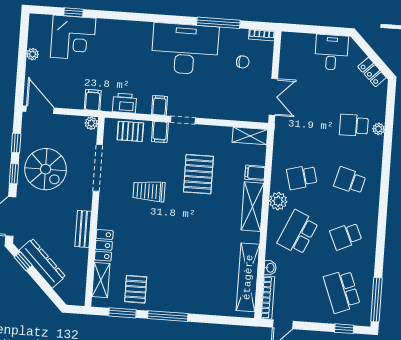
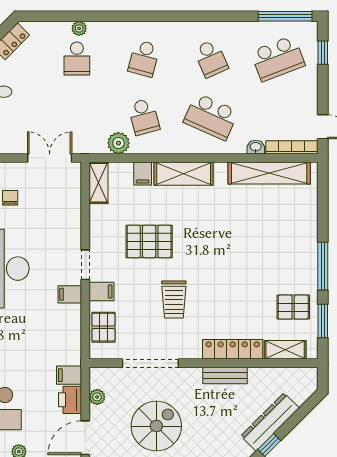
printer: (125, 103) -> (70, 400), moved
plant: (91, 123) -> (97, 397), moved
plant: (278, 201) -> (118, 143), moved
locker: (104, 245) -> (233, 349), width x1.53

